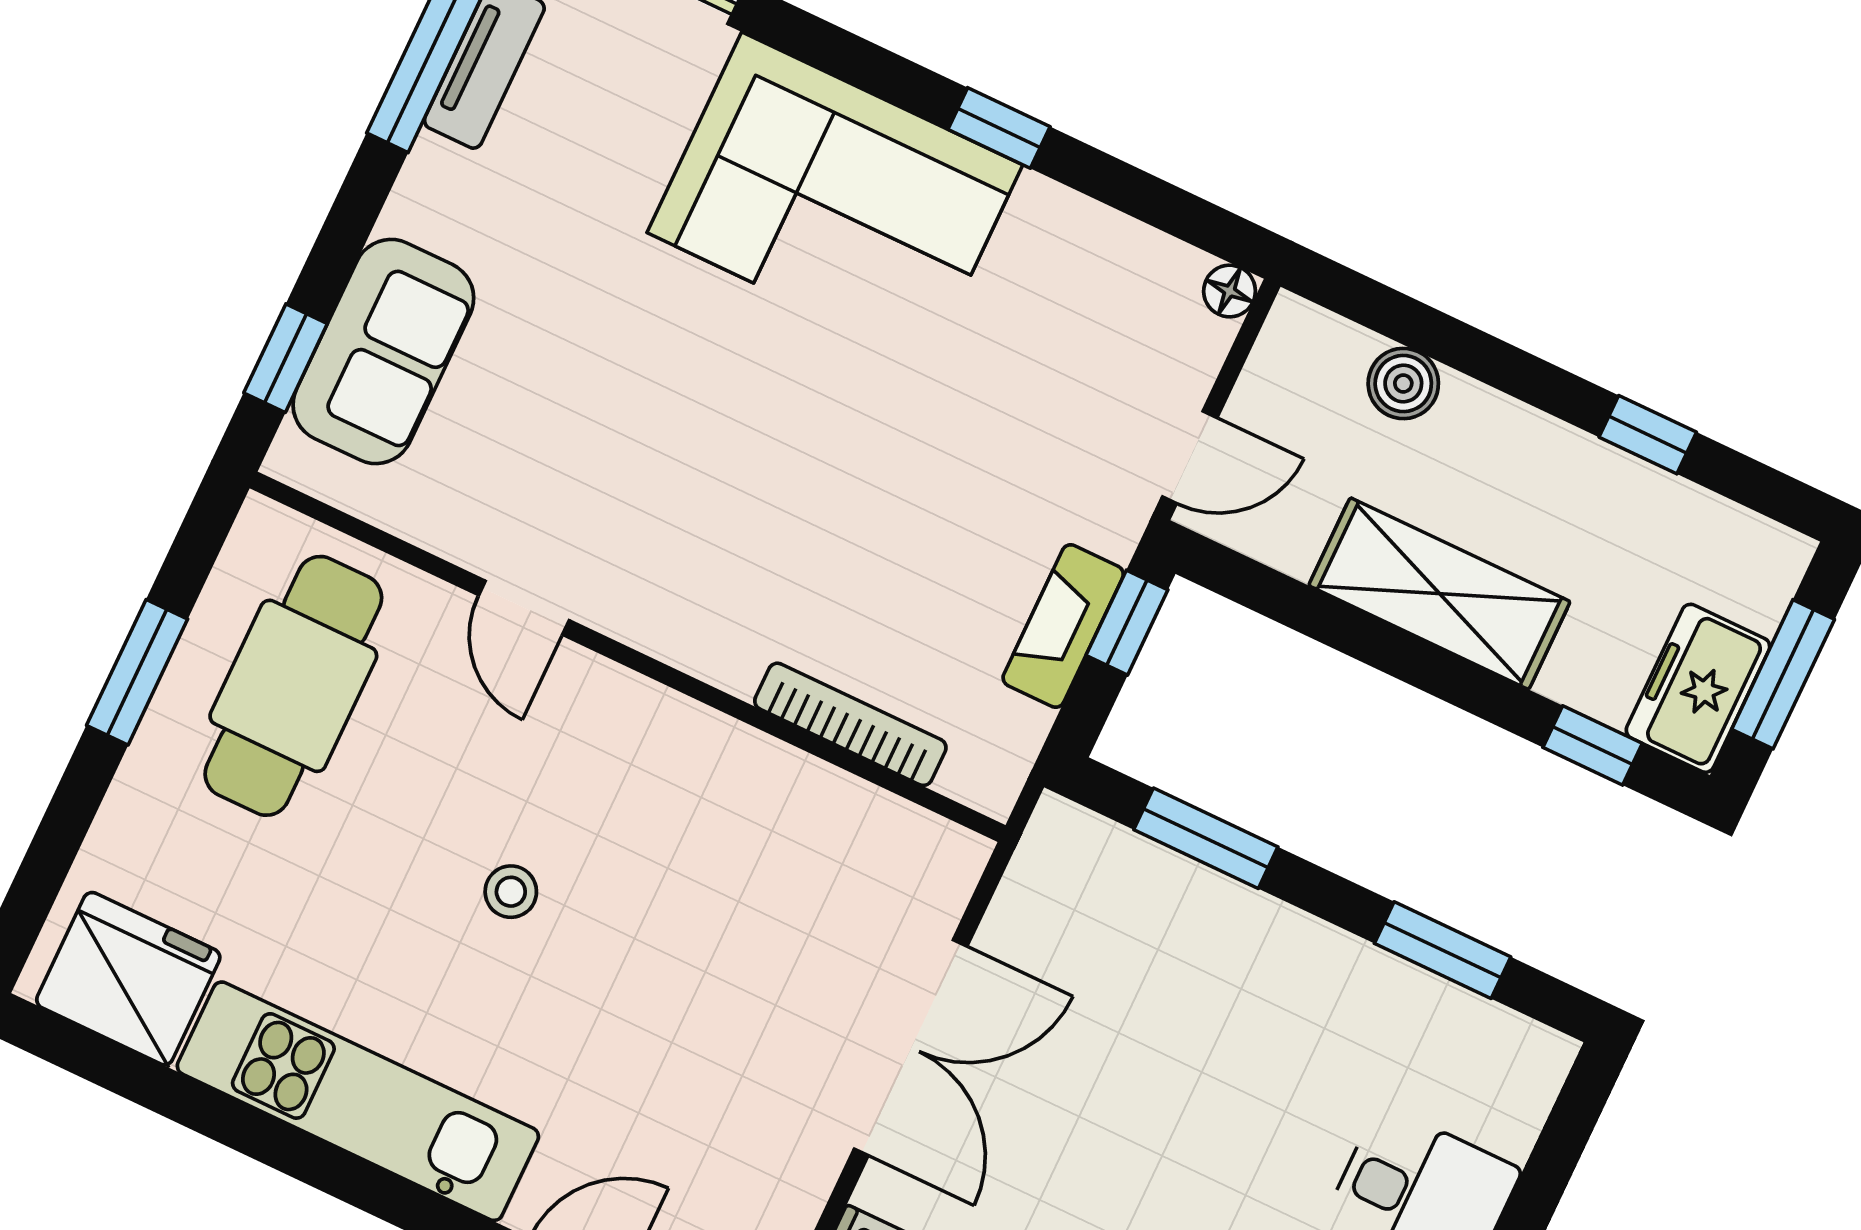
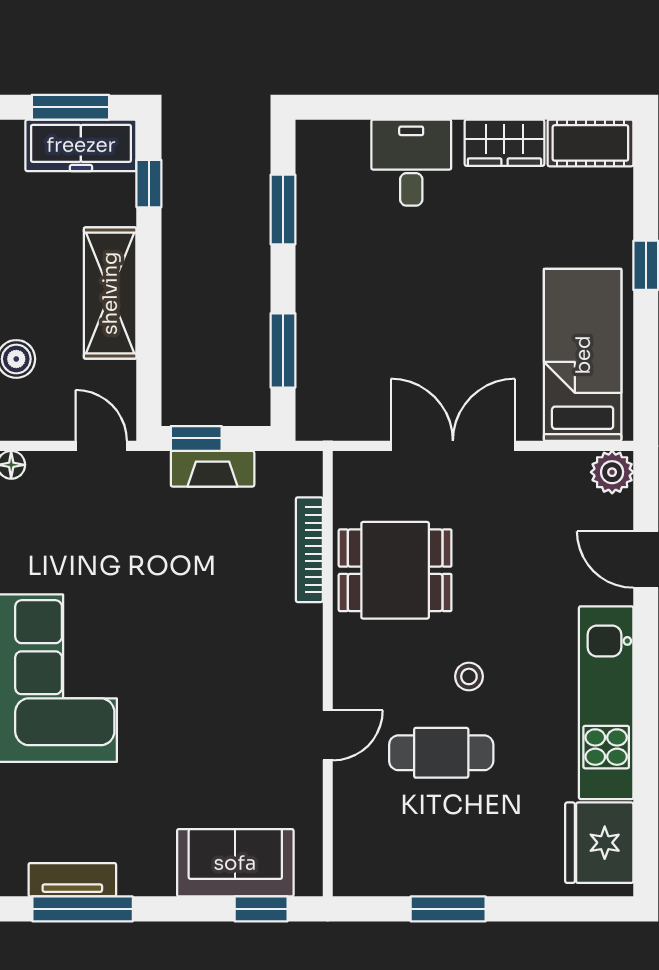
cafe table: (293, 686) -> (441, 753), moved, width x0.73, depth x0.74
freezer: (1698, 688) -> (81, 145), width x1.40
dining table: (748, 852) -> (395, 570), added

